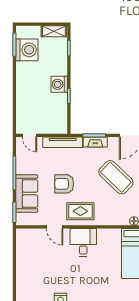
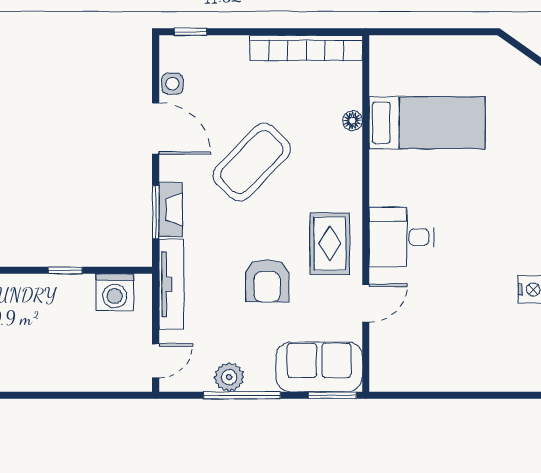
washing machine: (59, 84) -> (115, 292), moved
plant: (22, 167) -> (229, 377), added
sofa: (27, 194) -> (319, 367), moved

